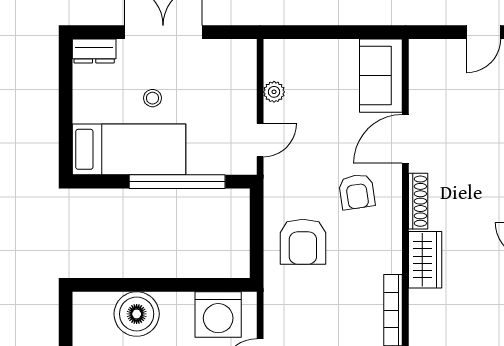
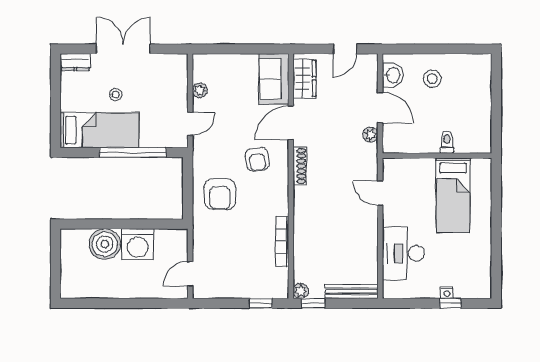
wardrobe: (425, 260) -> (304, 78), moved
washing machine: (218, 315) -> (138, 245), moved

